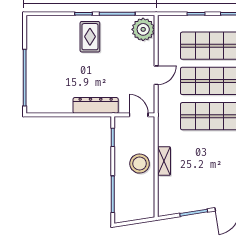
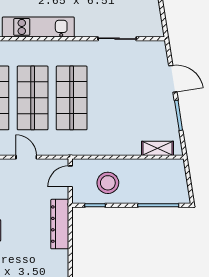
shelving: (164, 161) -> (158, 148), moved
stool: (140, 164) -> (108, 183), moved

